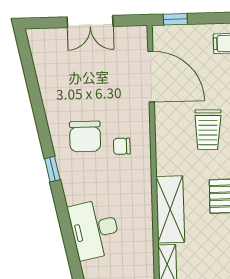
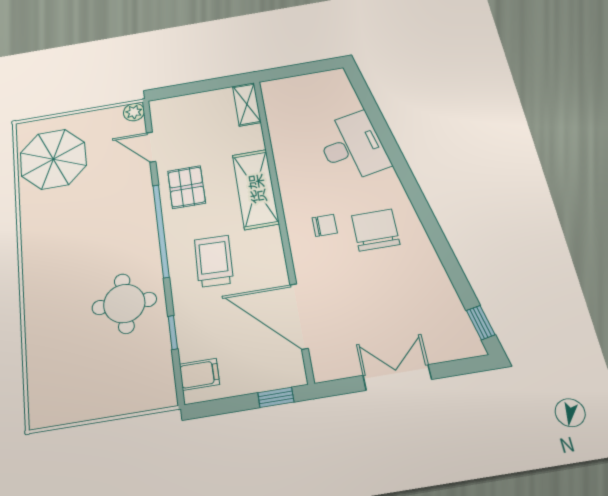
window: (52, 169) -> (481, 323), moved
shelving: (170, 209) -> (256, 189), moved
desk: (95, 229) -> (352, 147), moved

